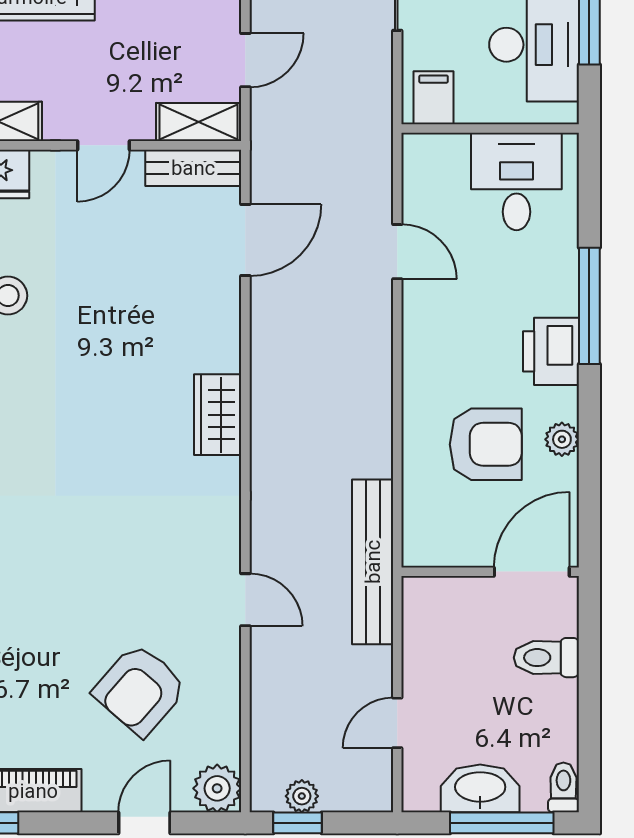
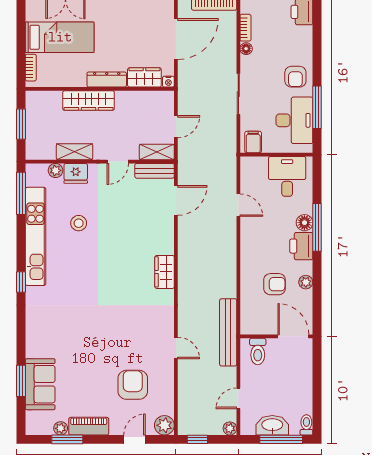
floor lamp: (559, 294) -> (304, 223), added
armchair: (486, 444) -> (275, 284), width x0.72, depth x0.72
door: (532, 572) -> (293, 336), hinge flipped
toilet: (546, 658) -> (258, 351), moved, turned -90
armchair: (140, 690) -> (133, 385), turned 139
plant: (302, 796) -> (230, 428), moved

